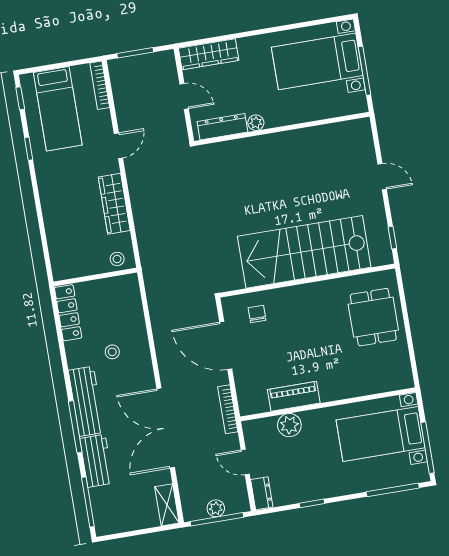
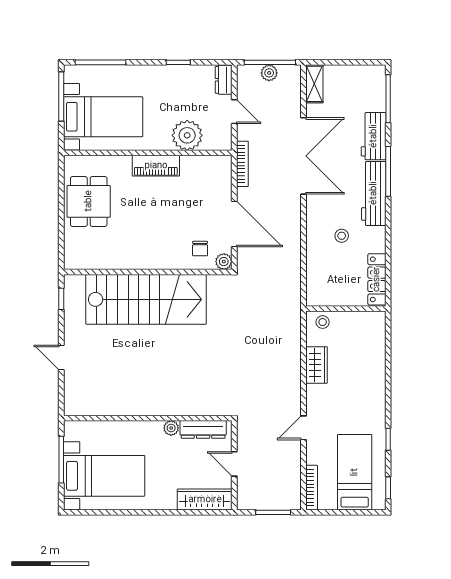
wardrobe: (114, 204) -> (317, 365), width x0.67
plant: (230, 305) -> (224, 262), added
dining table: (373, 317) -> (89, 201), moved
piano: (294, 396) -> (156, 166), moved
plant: (289, 425) -> (187, 135), width x1.36, depth x1.36

